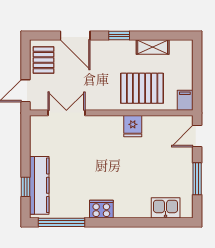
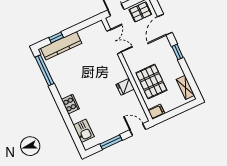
shelving: (153, 47) -> (185, 87), moved
cooker: (101, 209) -> (70, 104), moved

